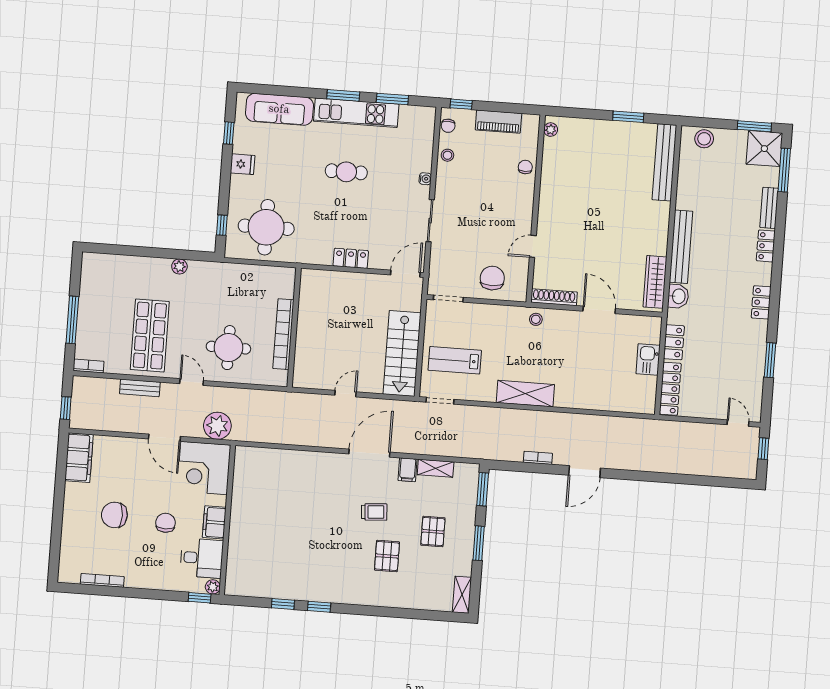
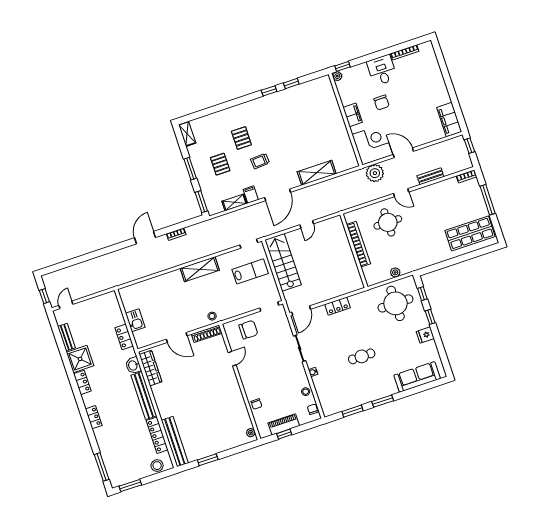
window: (461, 104) -> (284, 434), moved
kitchen unit: (356, 113) -> (371, 394), removed
window: (229, 133) -> (430, 317), moved
shower: (764, 149) -> (80, 359), moved
bench: (769, 208) -> (66, 337), moved
plant: (179, 267) -> (395, 272), moved
chair: (492, 278) -> (248, 330), turned -90
shop shelf: (150, 336) -> (470, 233), moved, turned 90
window: (770, 360) -> (63, 350), removed
locker: (670, 389) -> (157, 435), moved
door: (738, 423) -> (66, 305), swing flipped
shelving: (300, 461) -> (317, 173), added
chair: (114, 515) -> (414, 94), removed
desk: (202, 558) -> (382, 70), moved, turned 90

